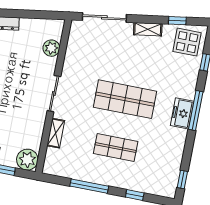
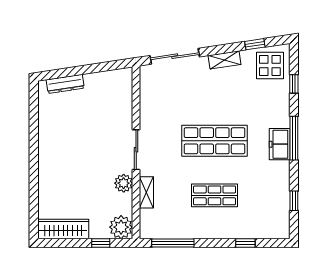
plant: (51, 48) -> (124, 183), moved
window: (182, 179) -> (294, 201), moved
window: (89, 186) -> (173, 243), moved

